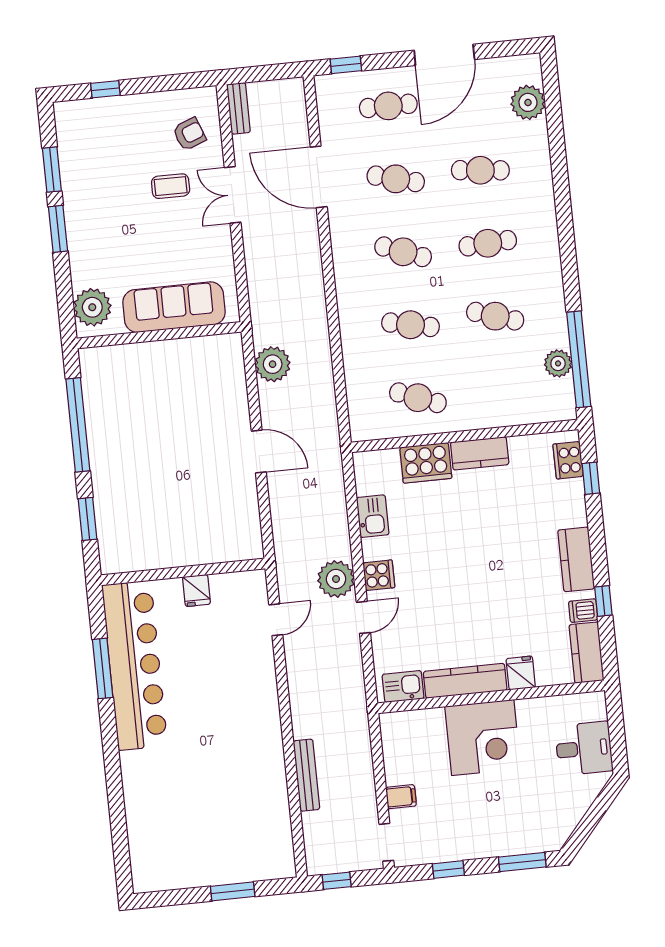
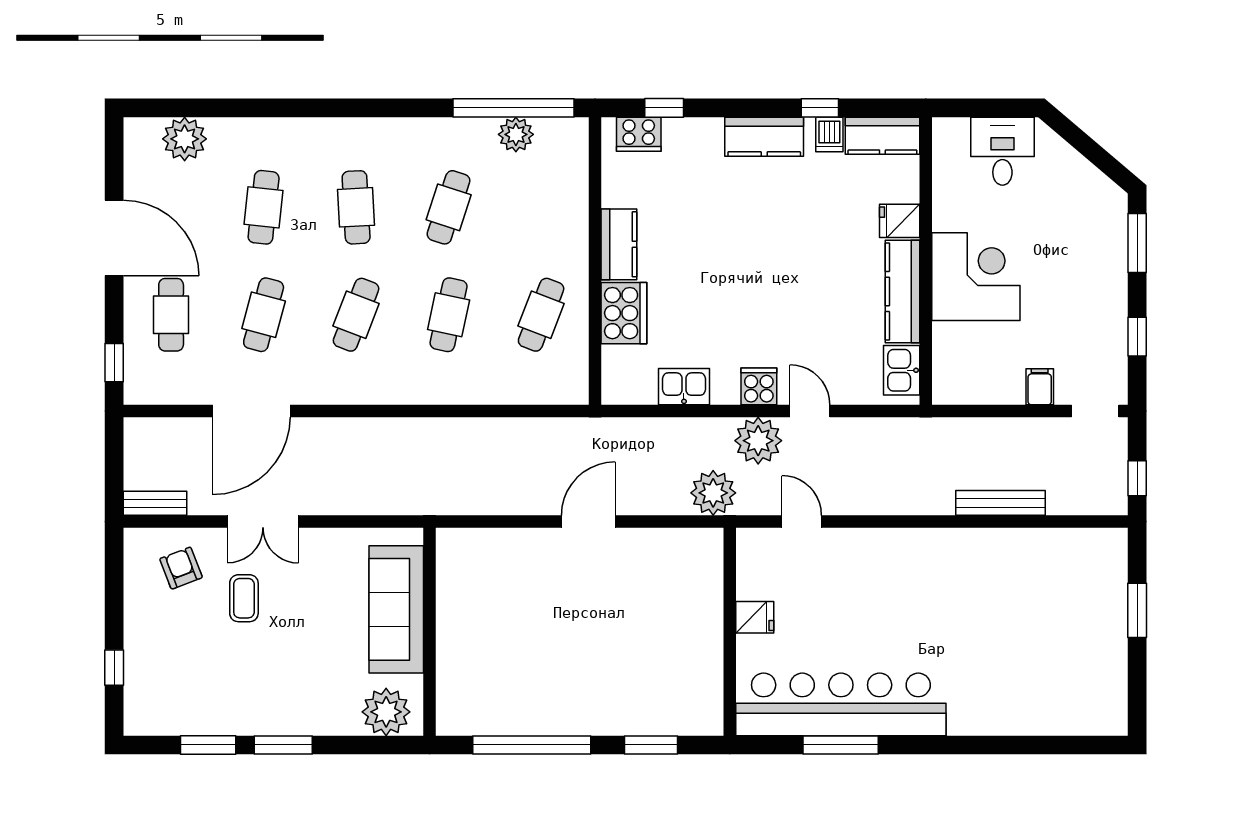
plant: (273, 364) -> (713, 493), moved

